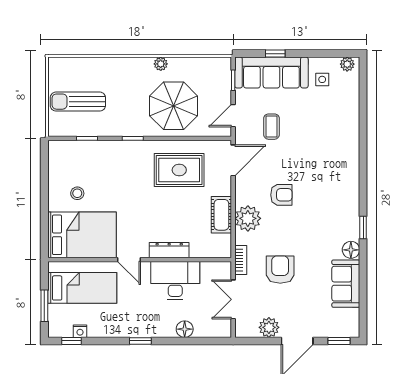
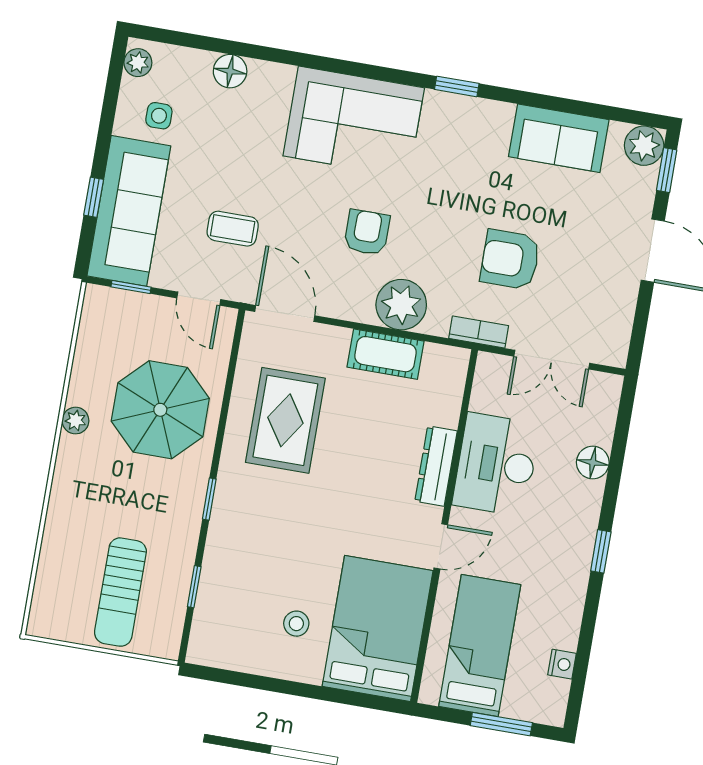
corner sofa: (336, 178) -> (354, 122), added
floor lamp: (351, 250) -> (230, 71), moved
plant: (269, 327) -> (644, 146), moved
window: (71, 341) -> (578, 684), removed

